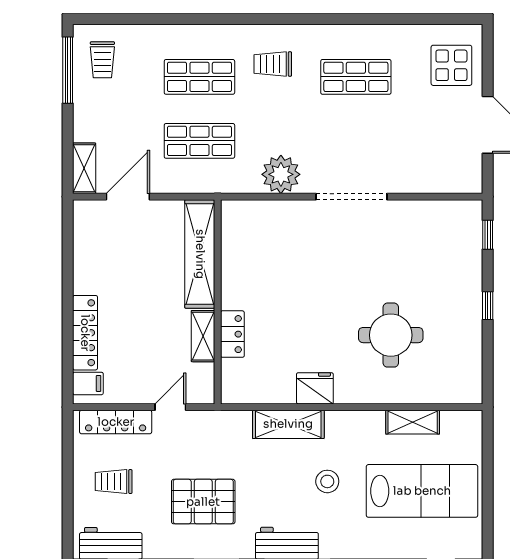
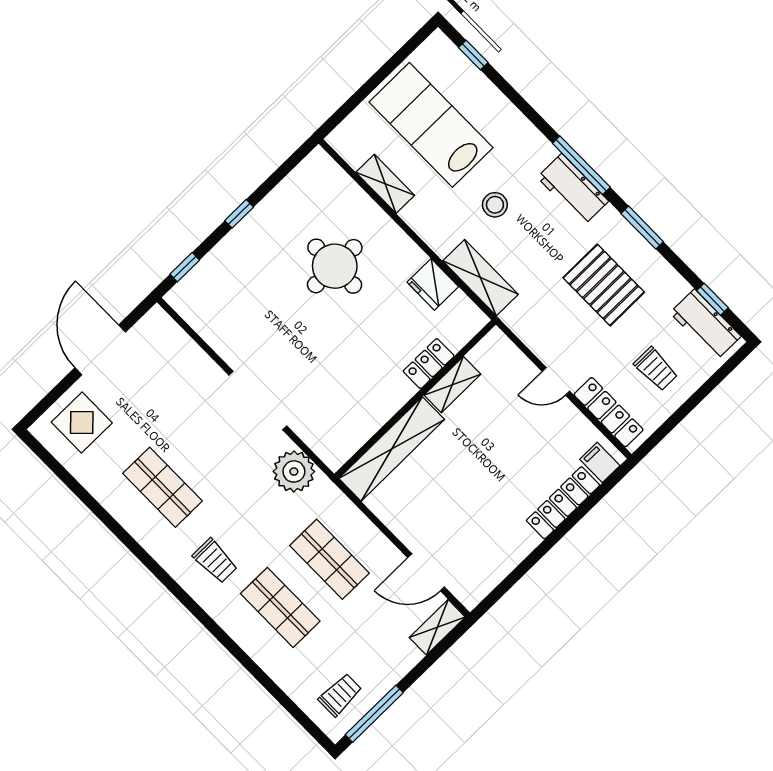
shelving: (200, 254) -> (392, 449), moved
wall: (218, 302) -> (415, 399), moved
locker: (232, 334) -> (429, 364), moved
shelving: (203, 336) -> (452, 385), moved

